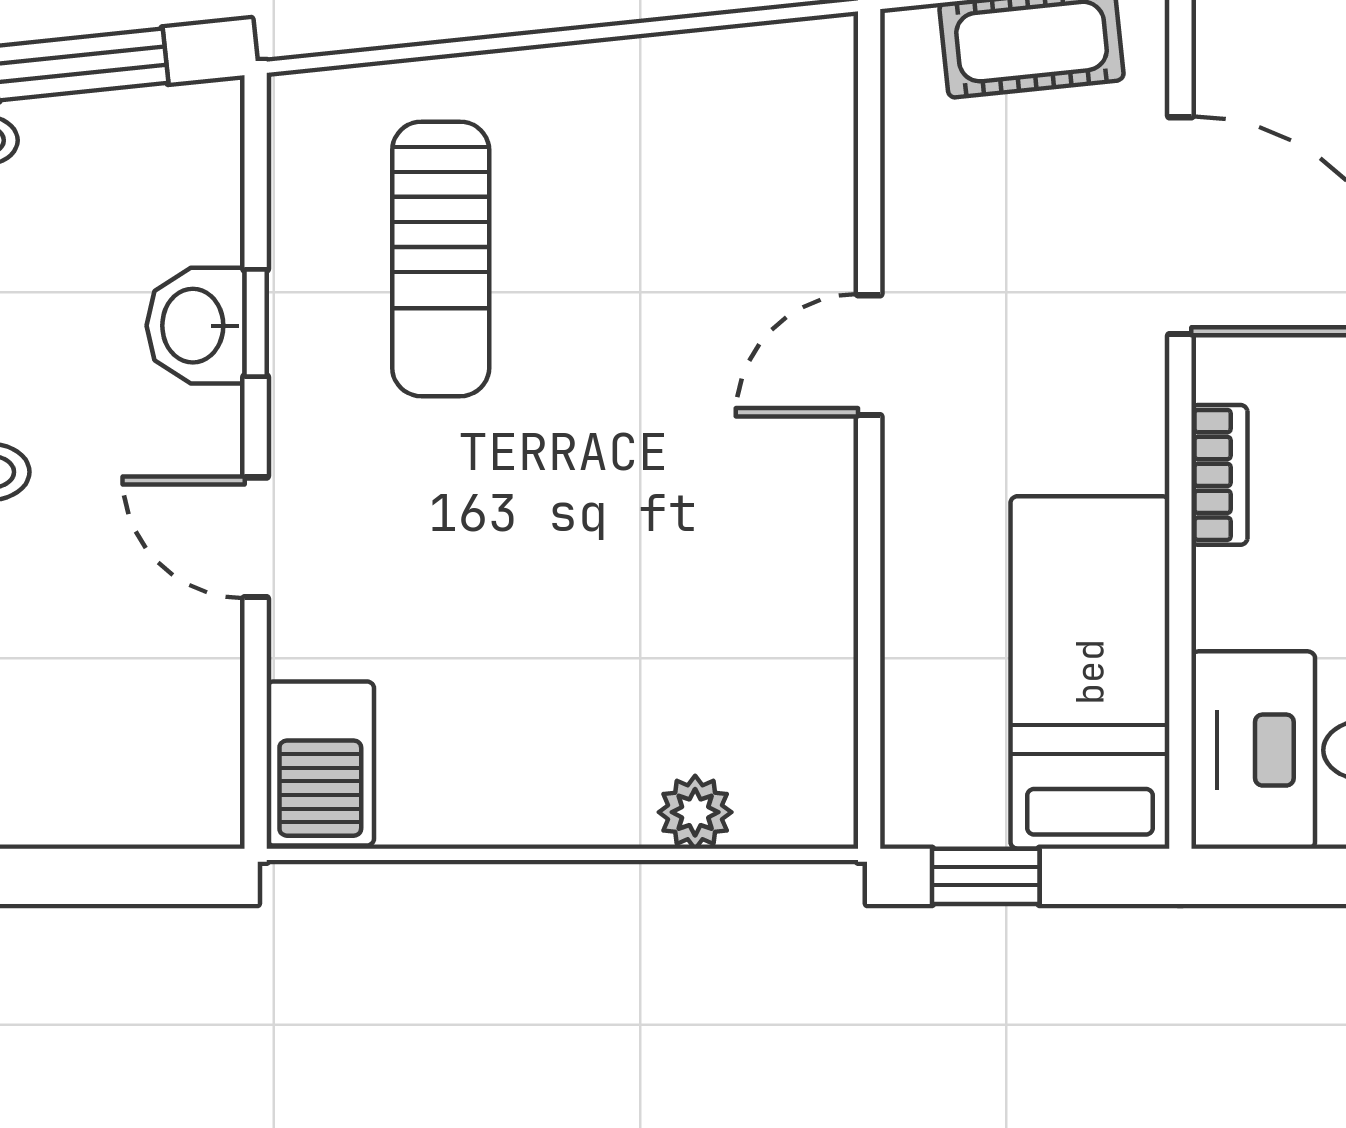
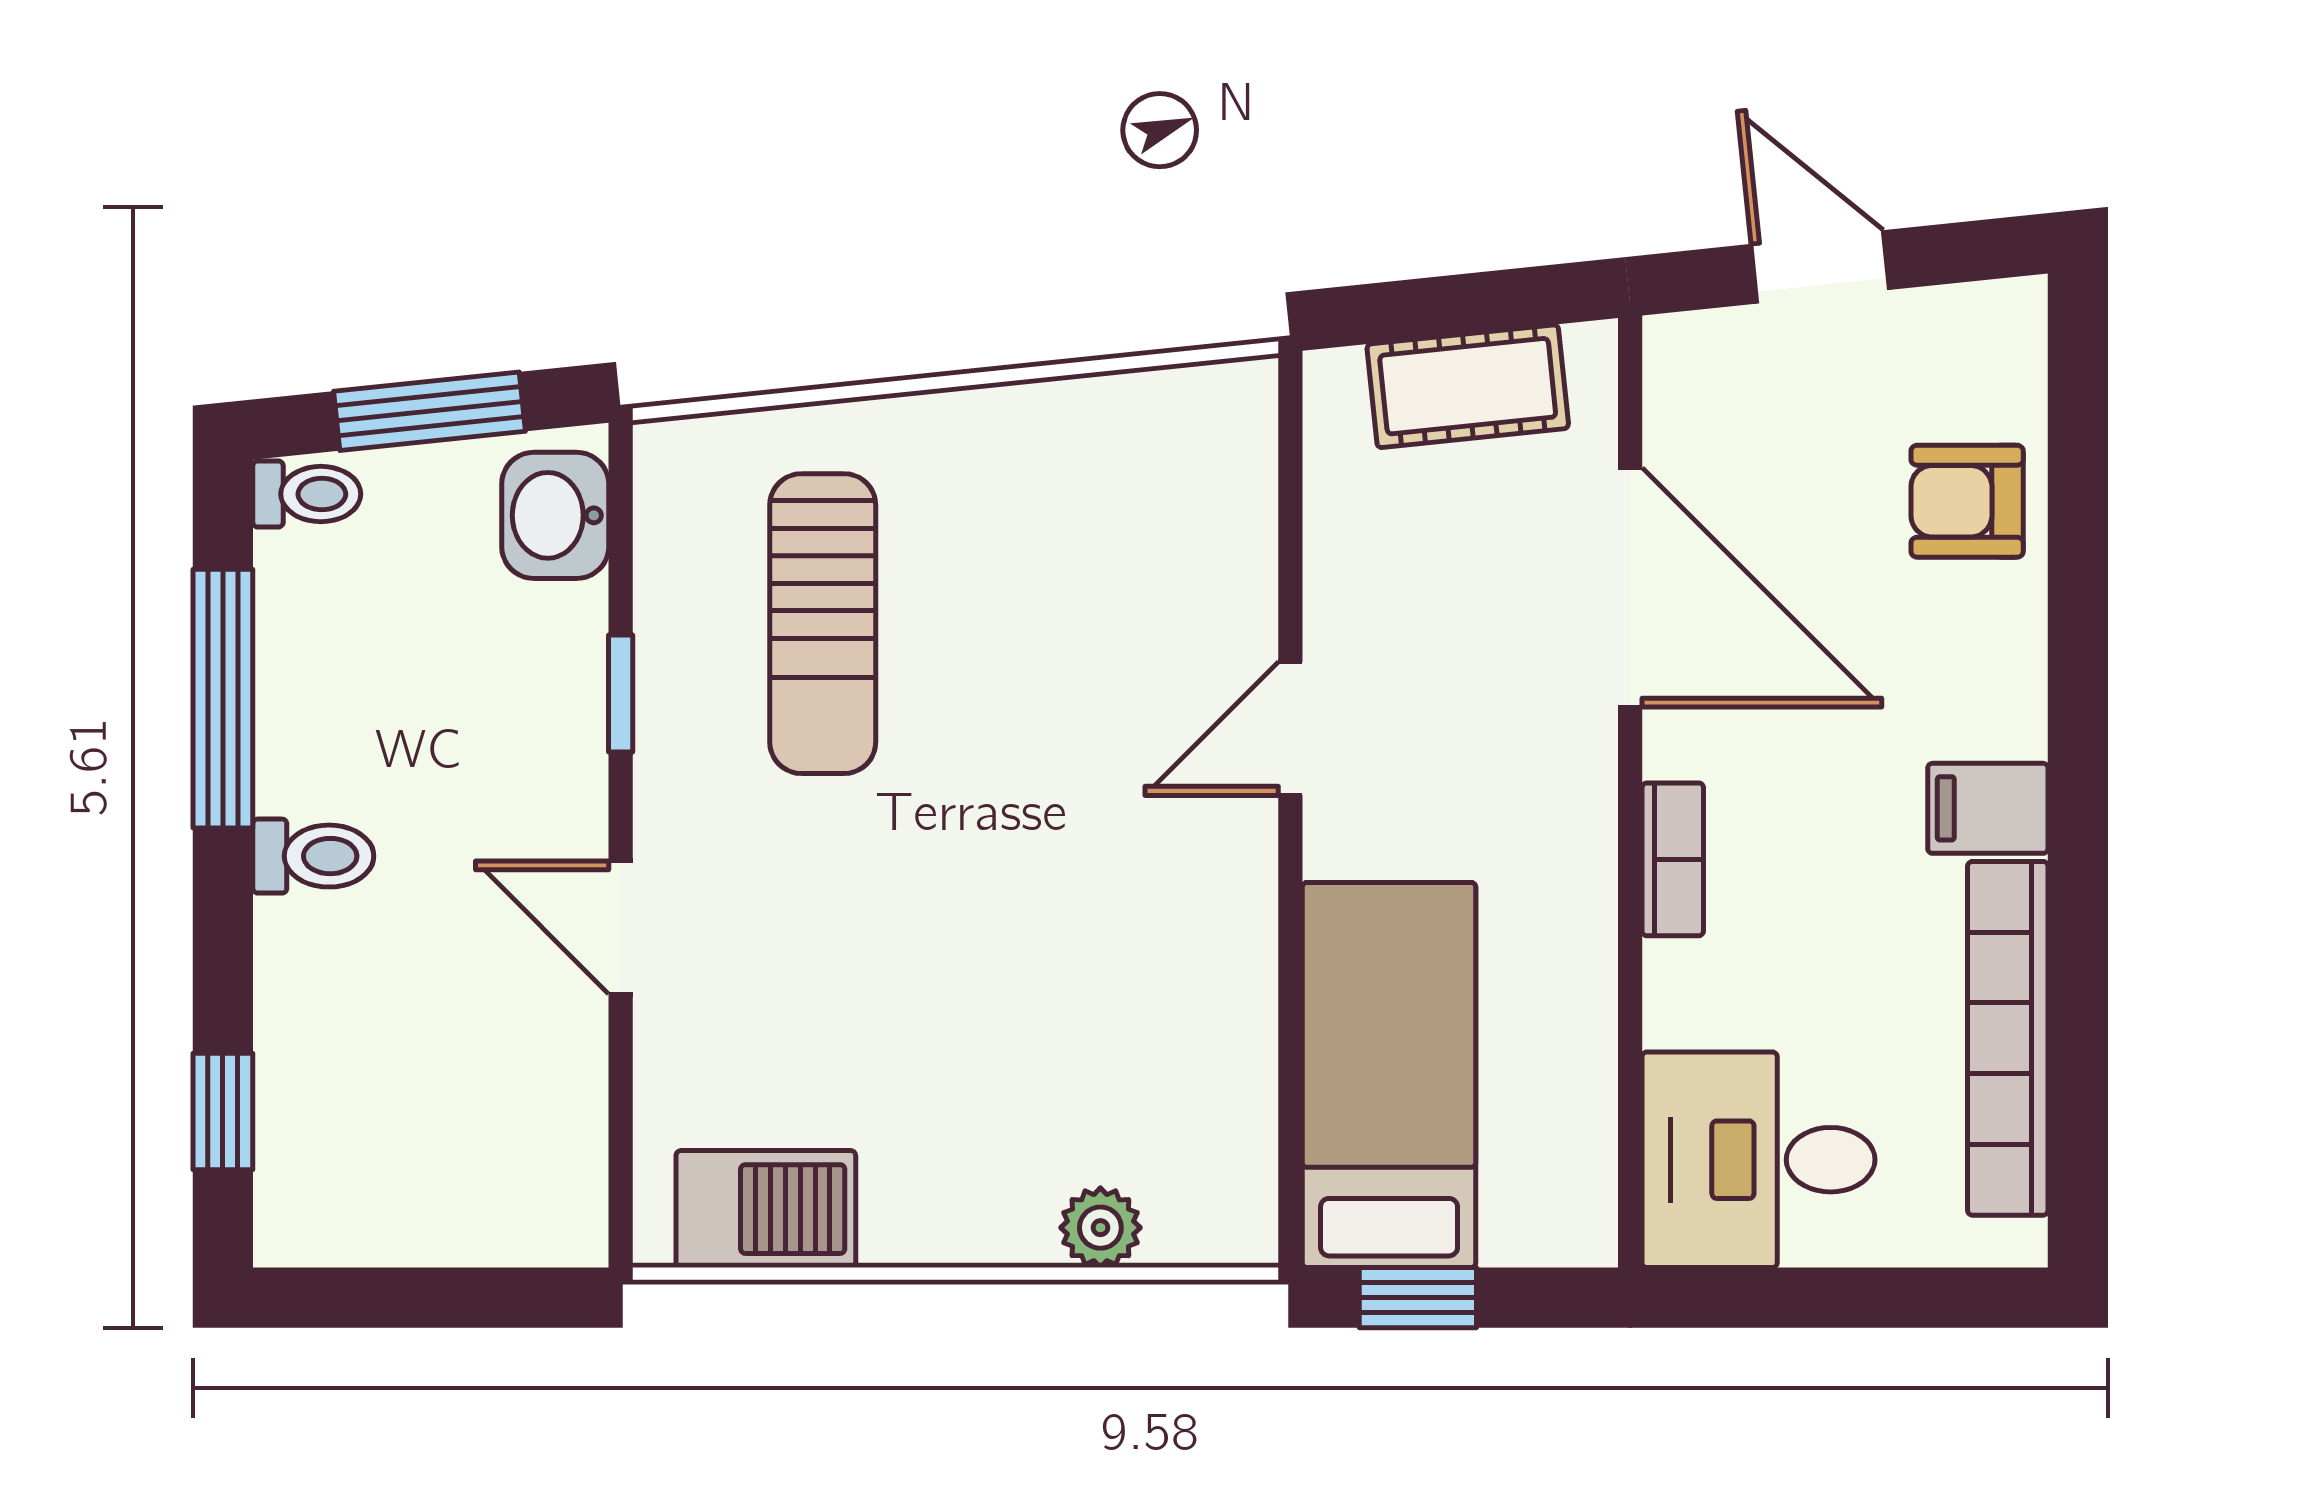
washbasin: (196, 326) -> (555, 515), moved
bed: (1090, 672) -> (1389, 1075), moved
barbecue: (320, 763) -> (766, 1209), moved, turned -90

